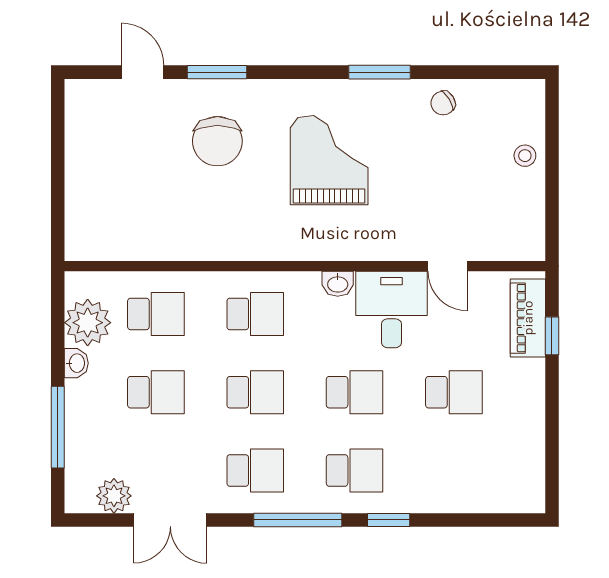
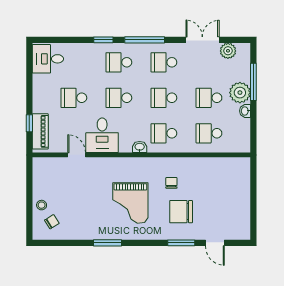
chair: (443, 103) -> (52, 222), moved
chair: (217, 141) -> (181, 212), turned -90
chair: (239, 205) -> (171, 183), added
washbasin: (338, 284) -> (140, 147), moved
plant: (88, 323) -> (240, 93), moved
desk: (511, 478) -> (48, 59), added

